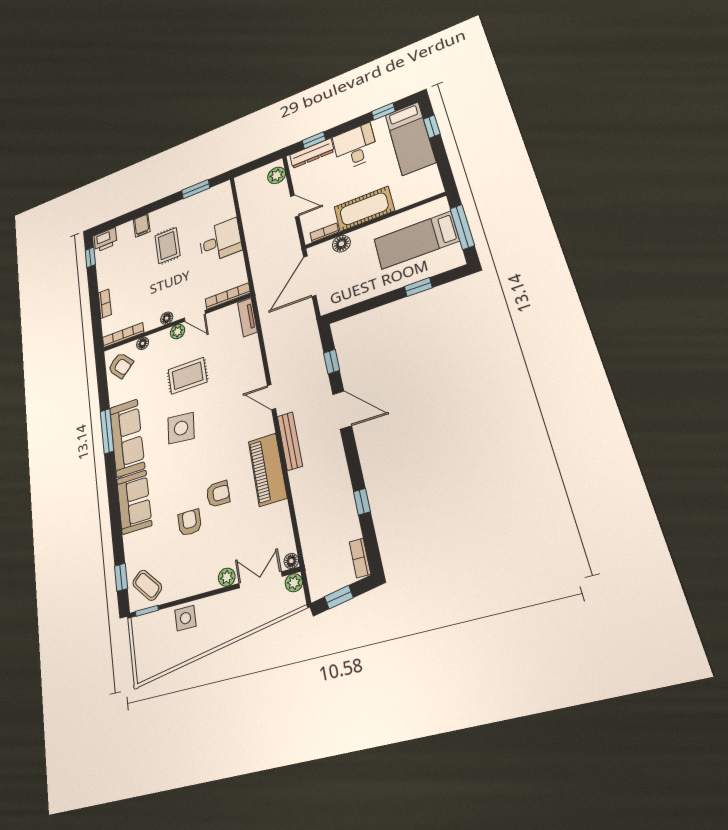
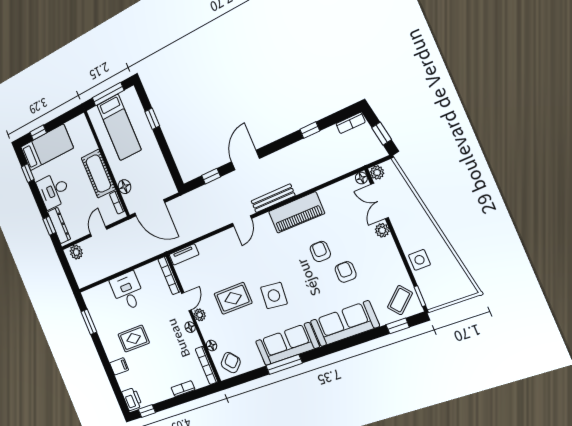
rug: (188, 376) -> (233, 298), turned 90
sofa: (134, 502) -> (345, 324), width x1.36
armchair: (190, 523) -> (346, 272), turned 90

